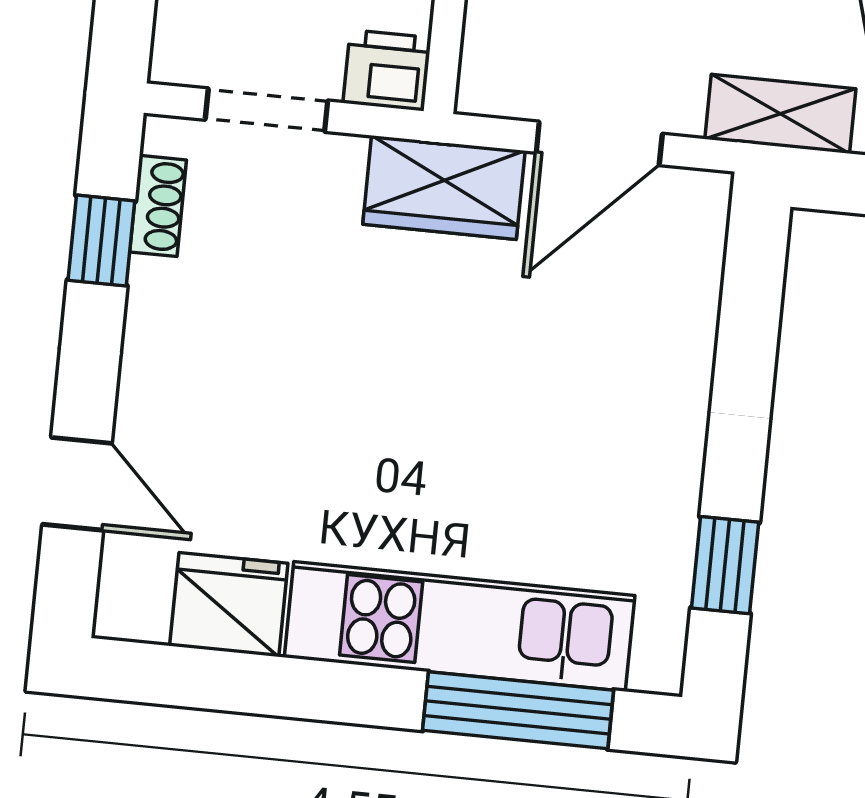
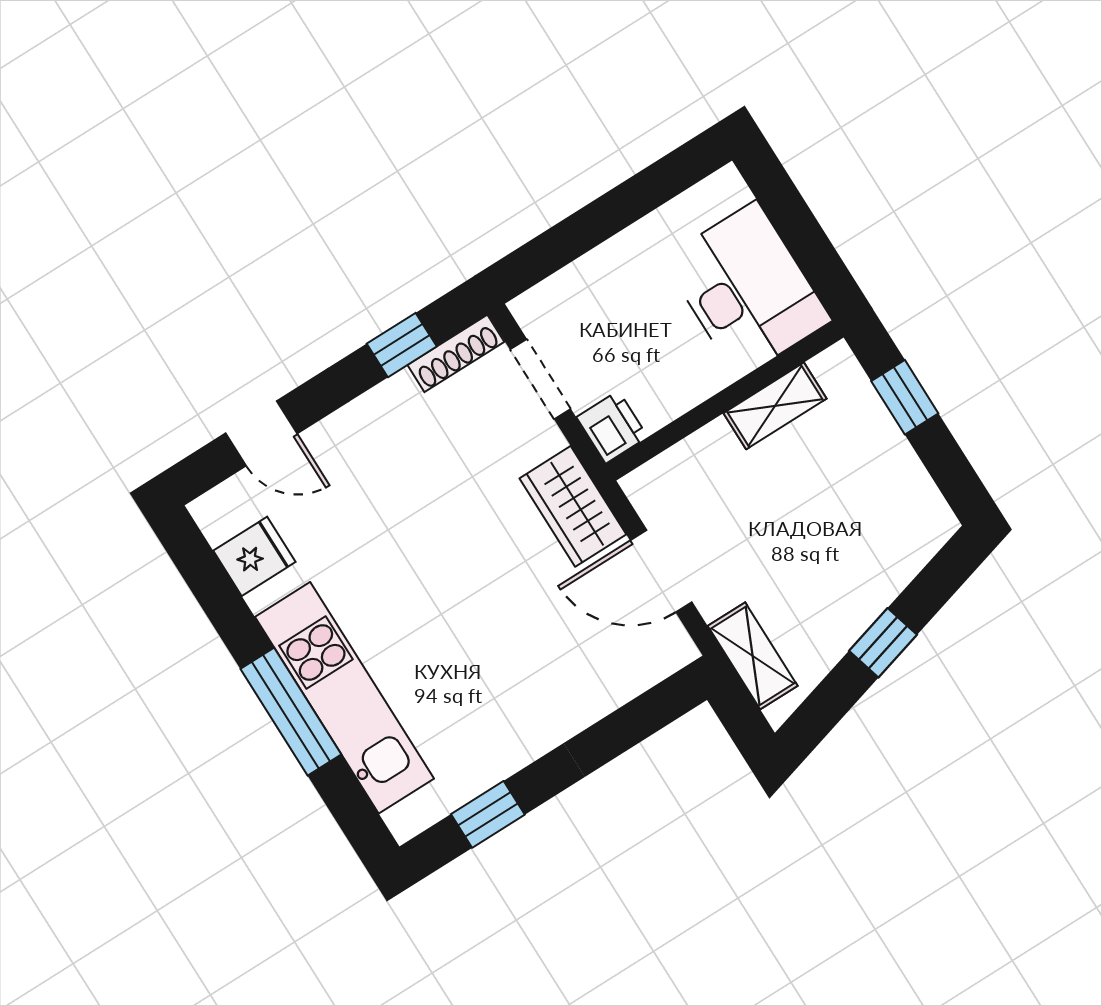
shoe rack: (158, 206) -> (456, 353), width x1.43
door: (77, 484) -> (261, 433), hinge flipped
fridge: (229, 605) -> (254, 556), width x0.72
window: (518, 710) -> (291, 712), moved

